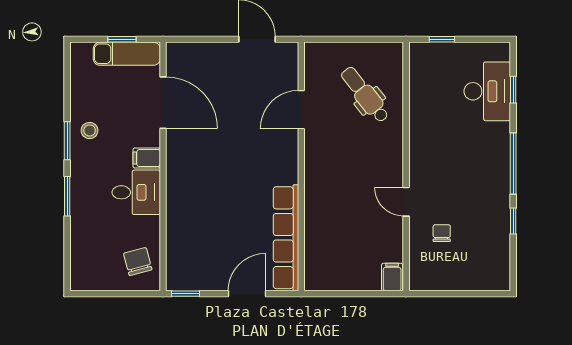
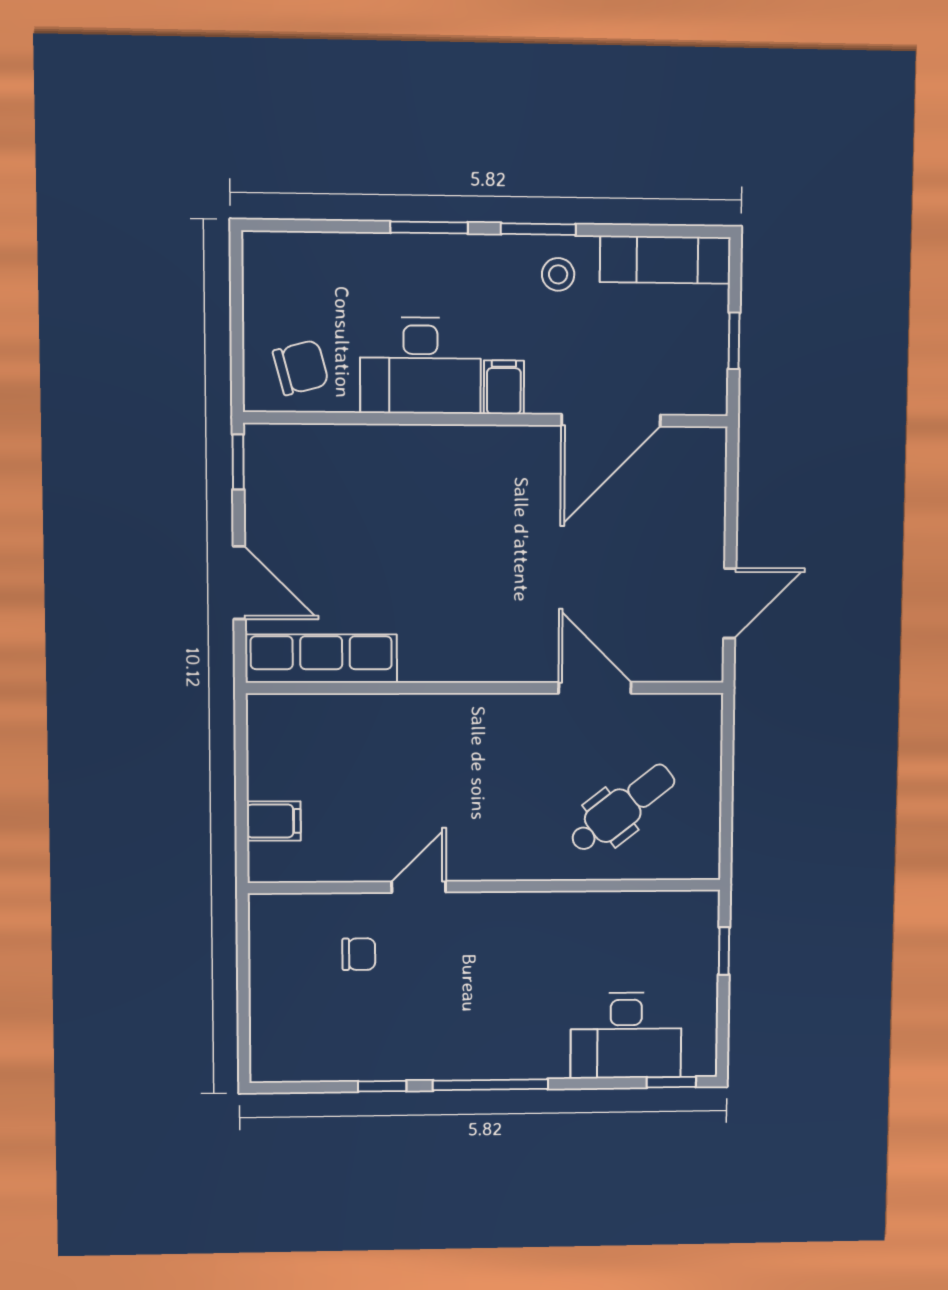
exam couch: (127, 54) -> (665, 260), moved, turned -90
window: (513, 90) -> (671, 1082), moved
desk: (136, 192) -> (420, 366), width x1.37
row of seats: (286, 238) -> (321, 659), width x0.73
filing cabinet: (392, 277) -> (274, 821), moved

